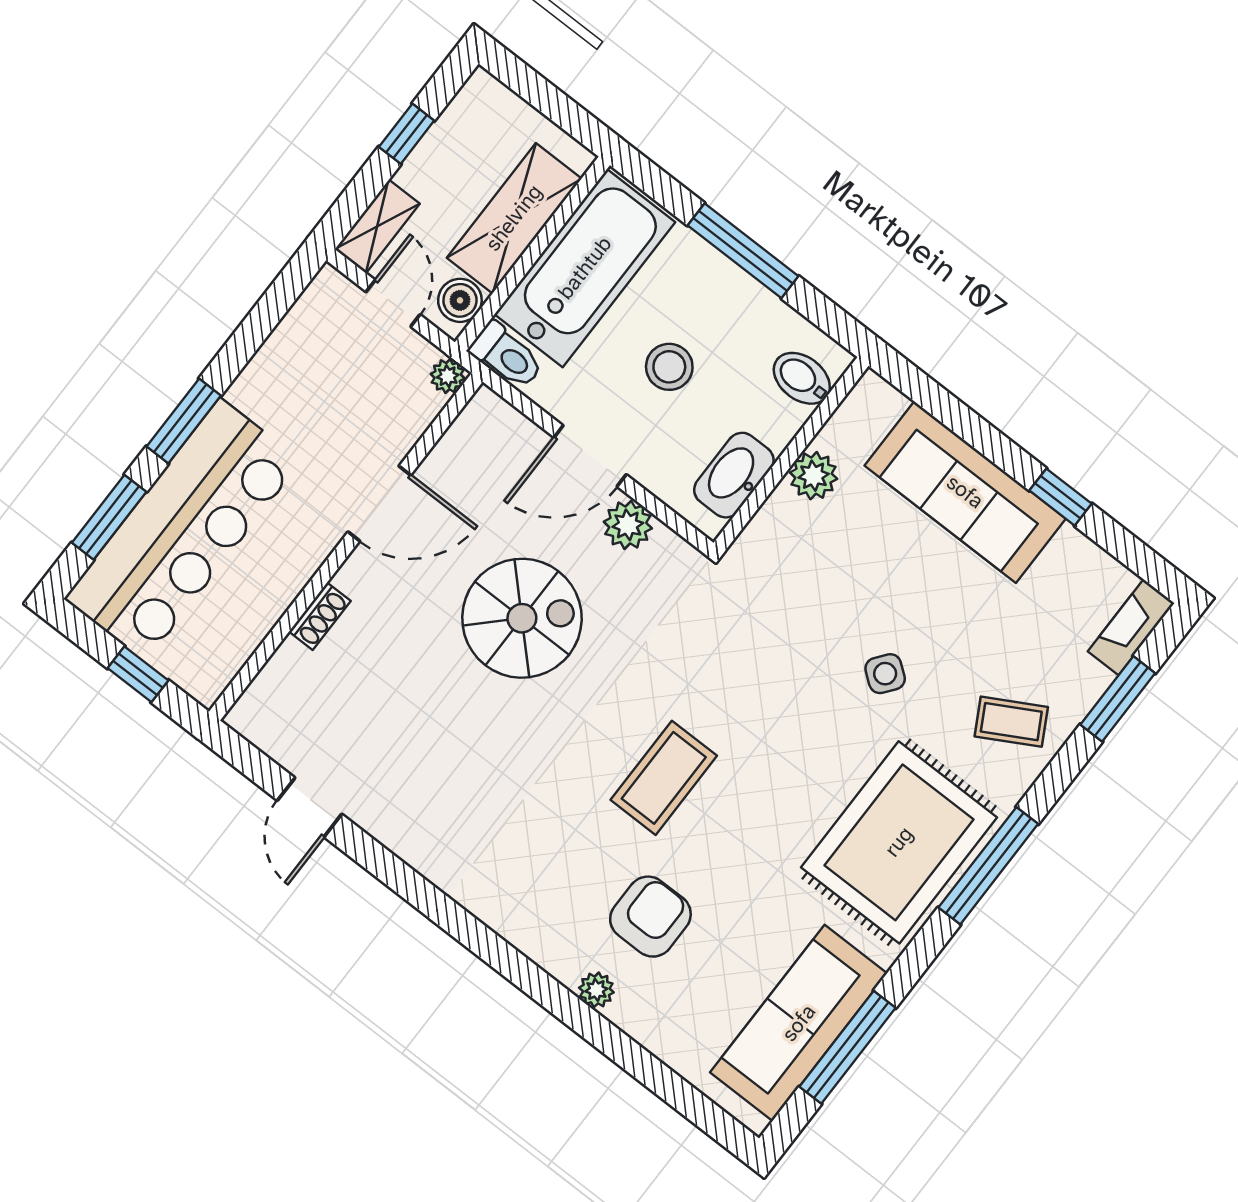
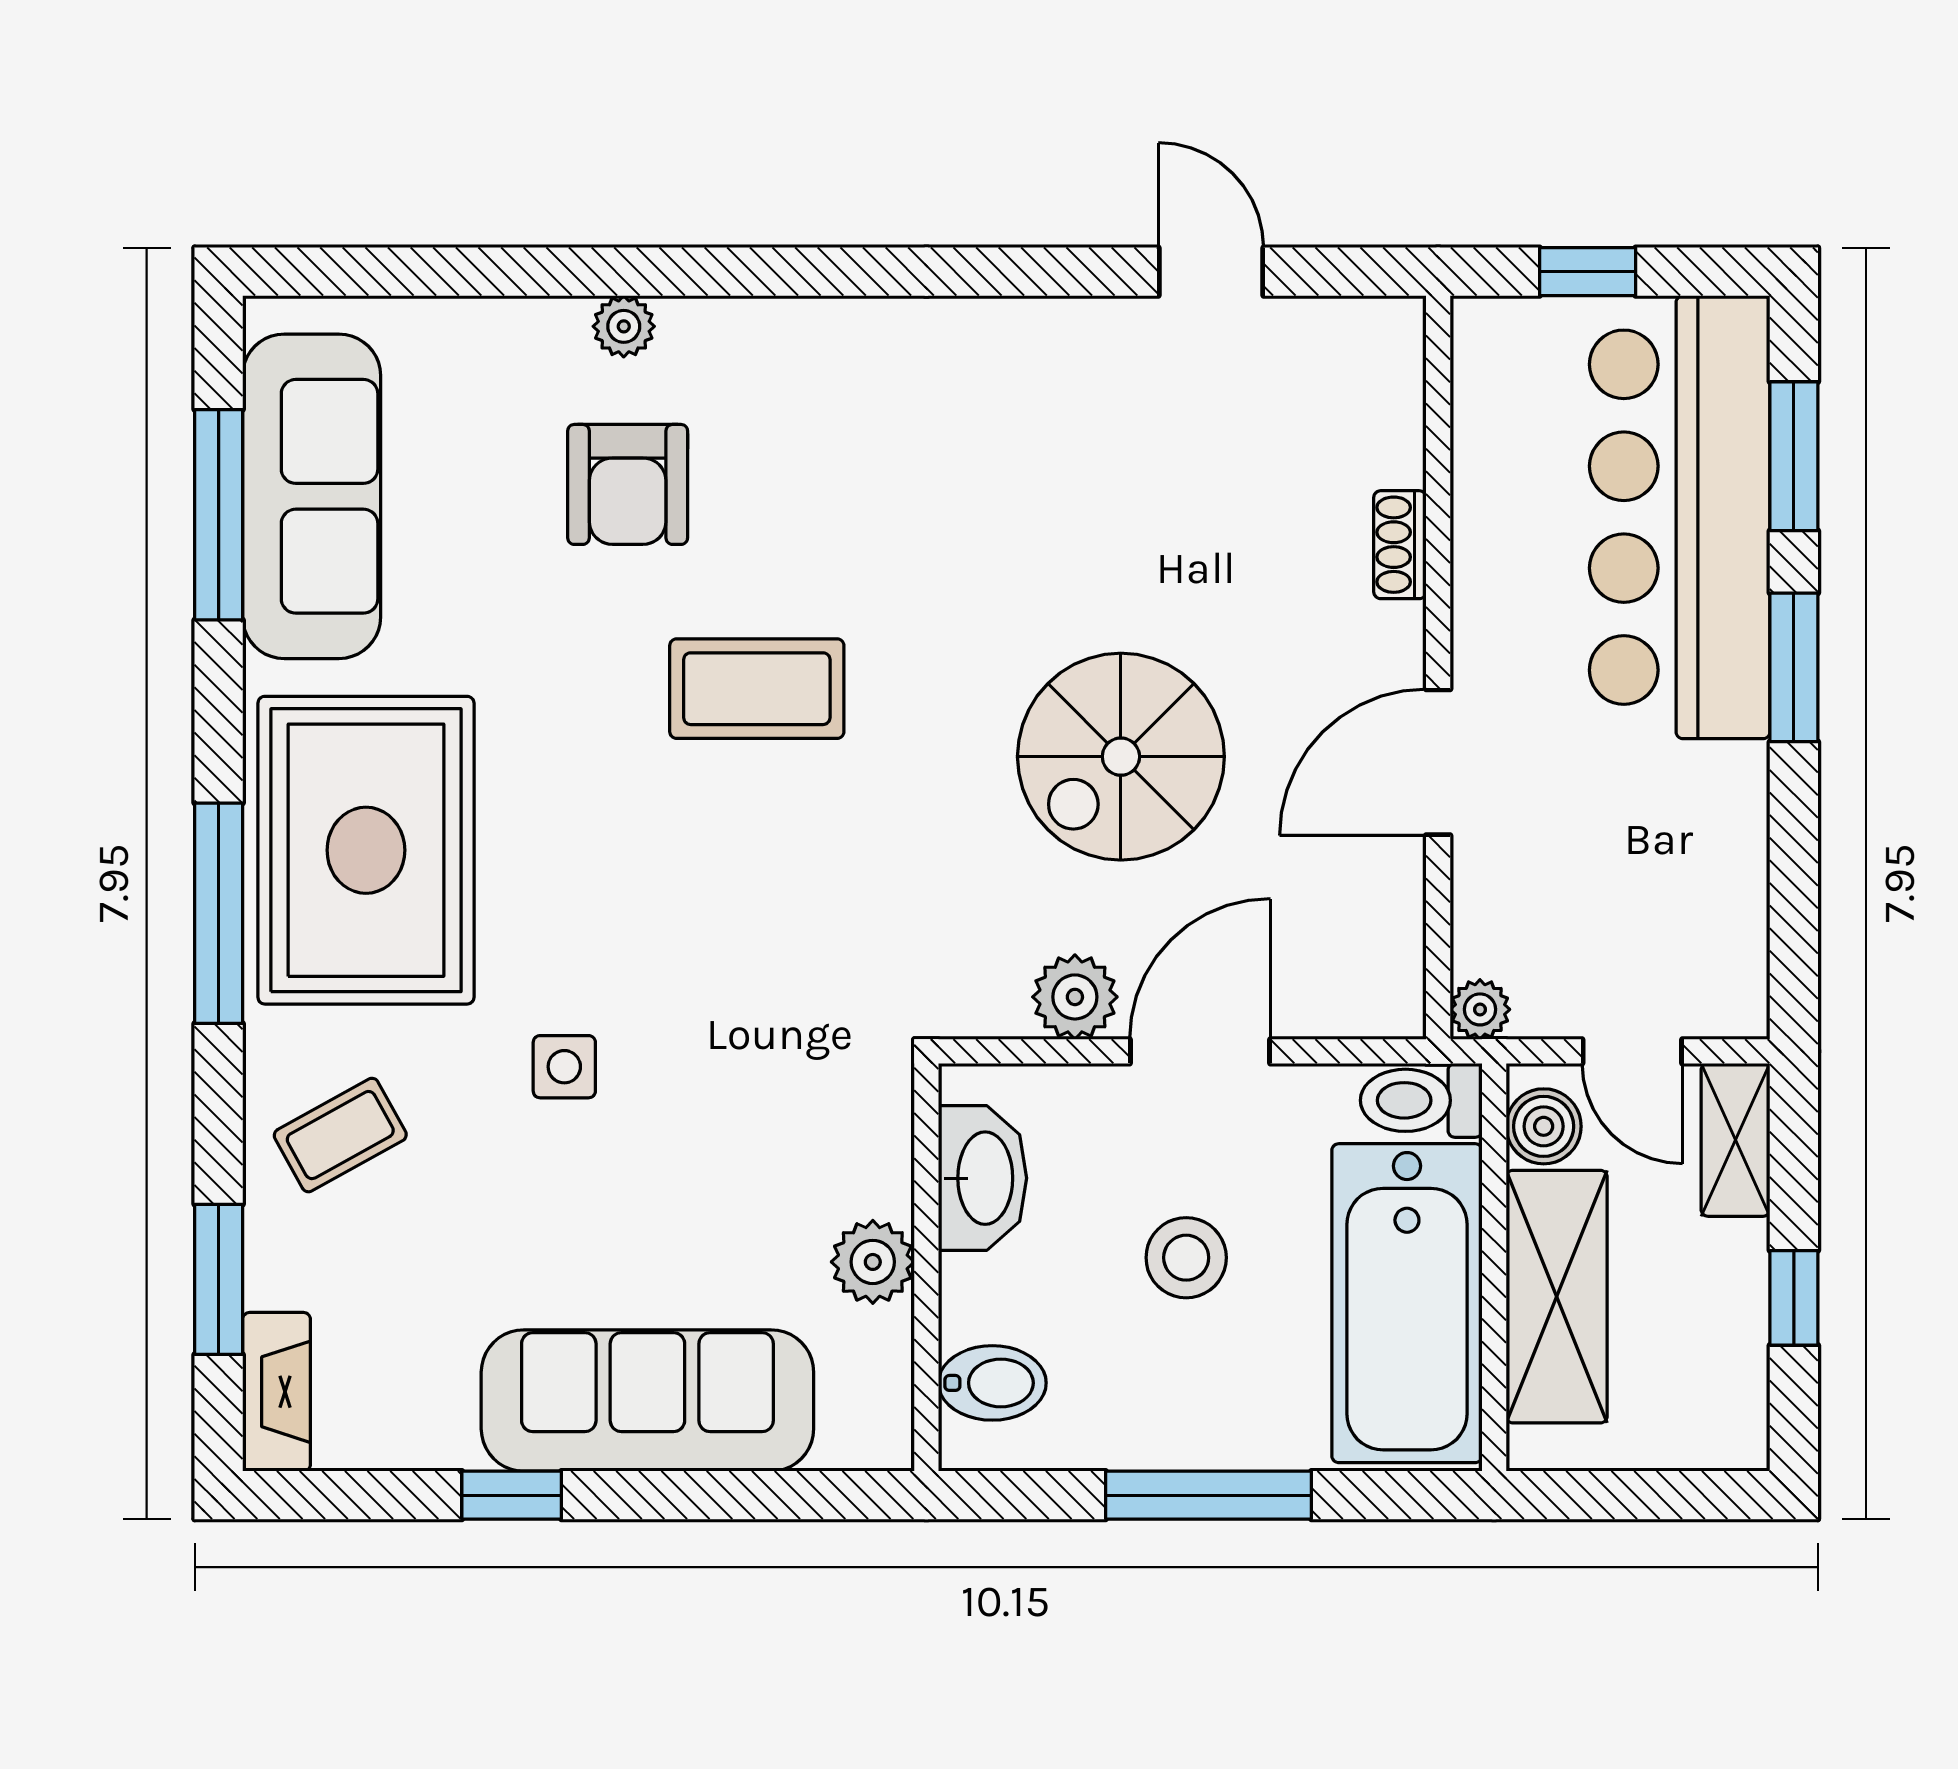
side table: (885, 674) -> (564, 1067), turned -38
coffee table: (664, 778) -> (757, 689), turned 90

